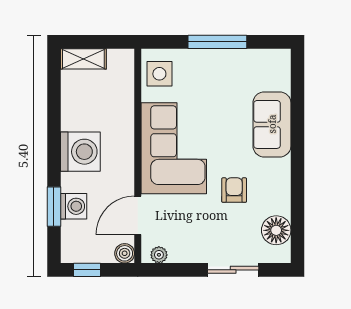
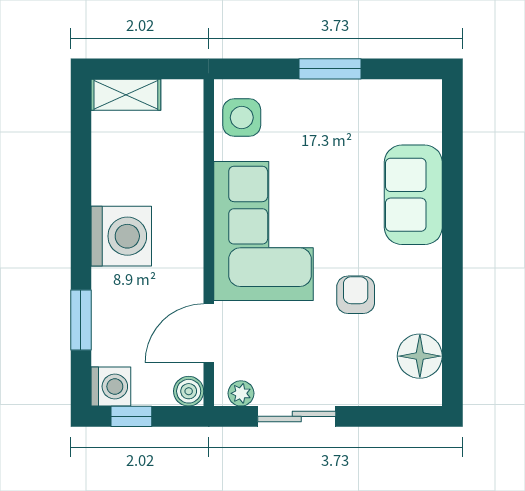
window: (217, 42) -> (330, 69), width x0.69
washing machine: (74, 206) -> (111, 386), moved
sliding door: (233, 270) -> (297, 416), moved

